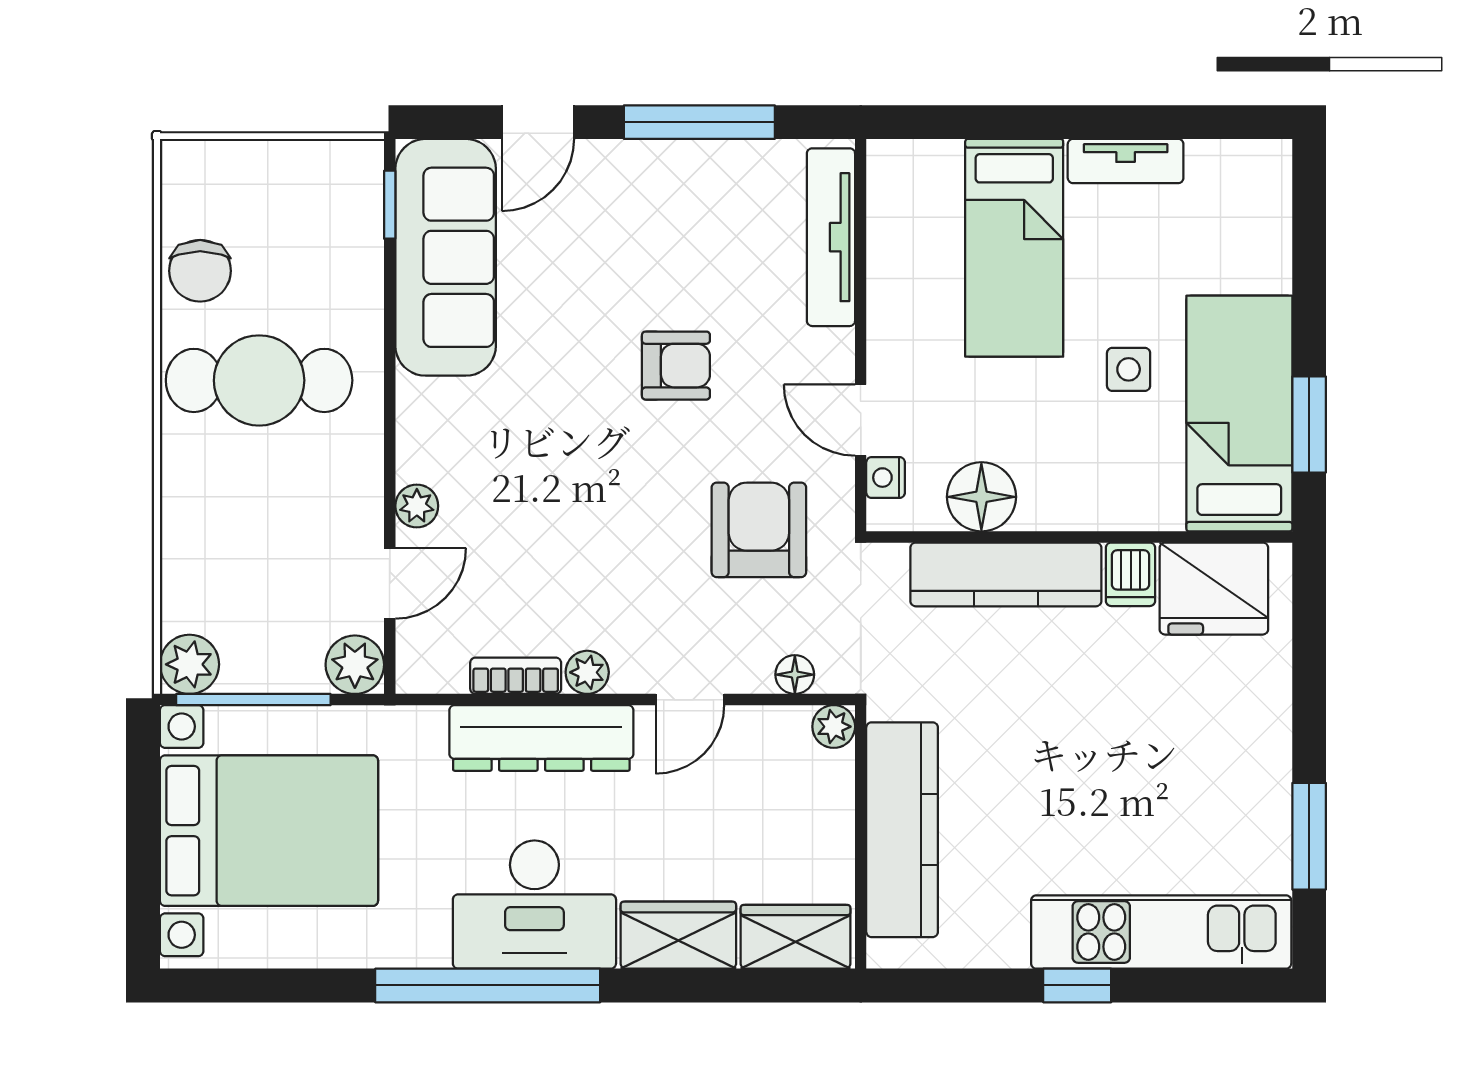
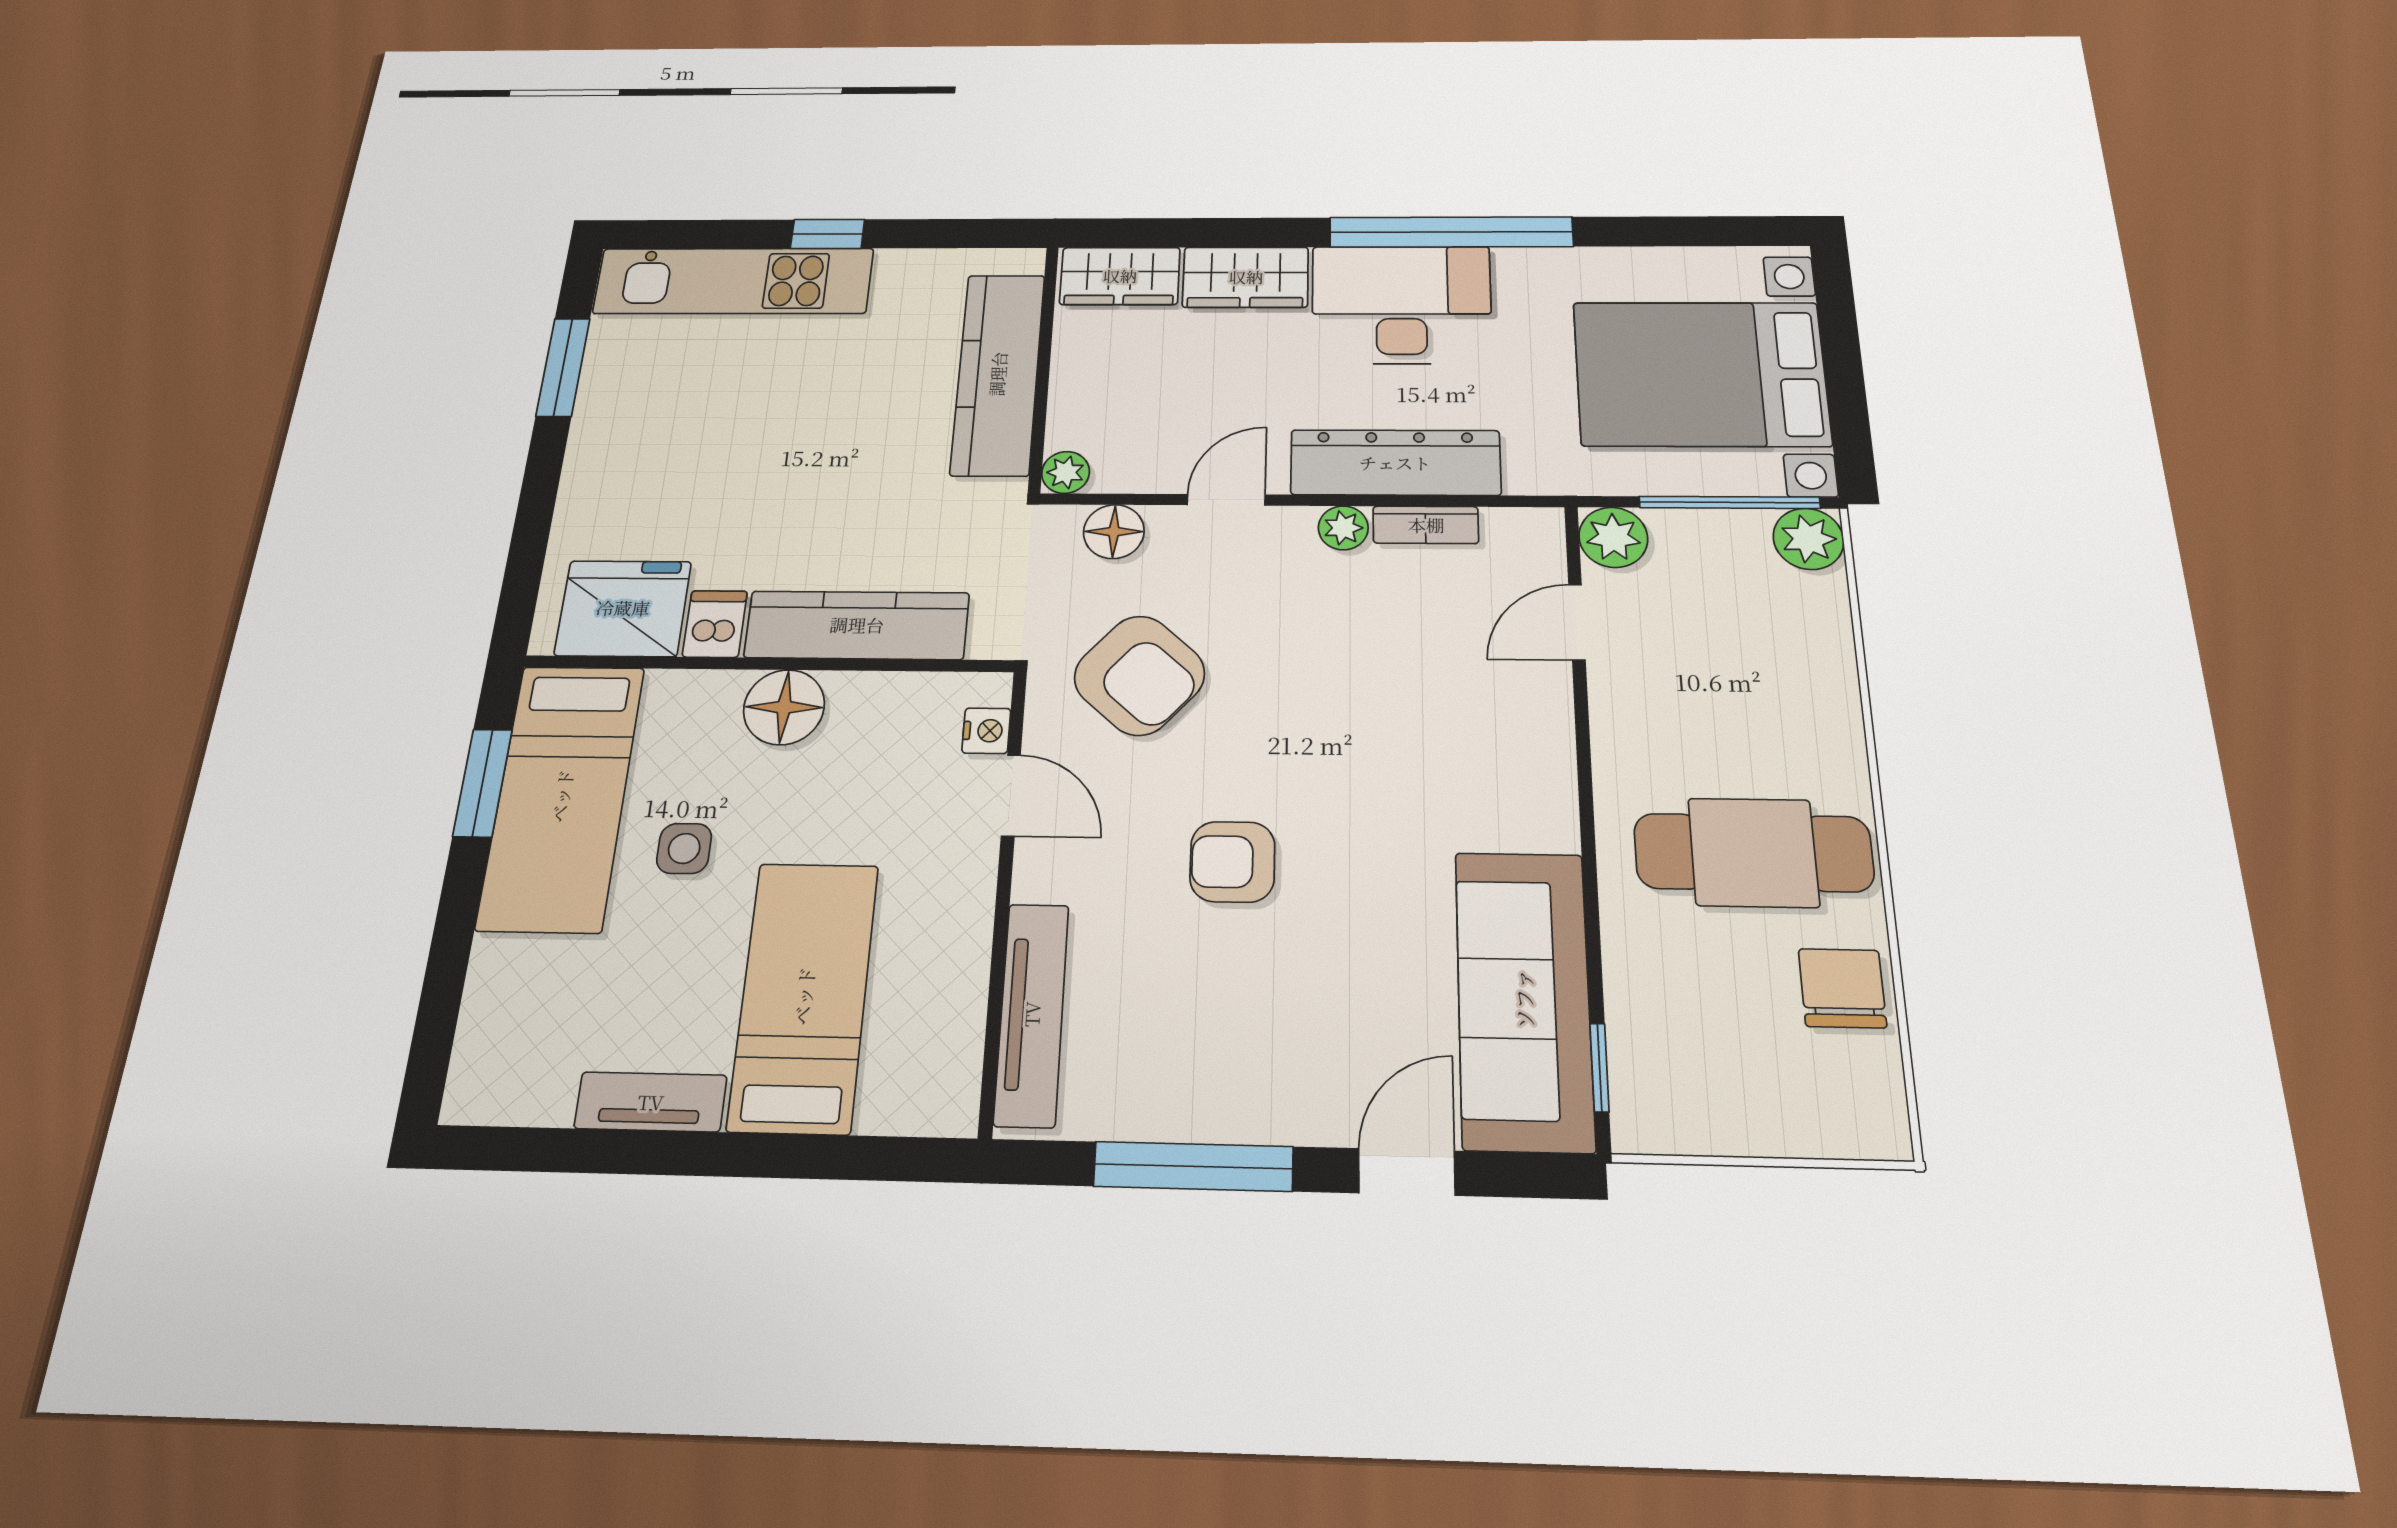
floor lamp: (981, 497) -> (784, 707), moved
plant: (417, 506) -> (1548, 706), removed
armchair: (759, 530) -> (1139, 675), turned -48
floor lamp: (795, 675) -> (1114, 532), width x1.37, depth x1.37

